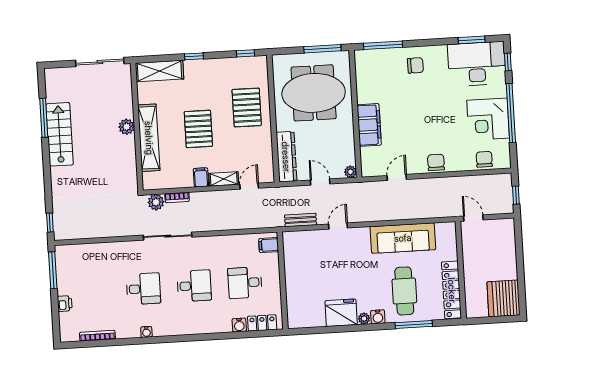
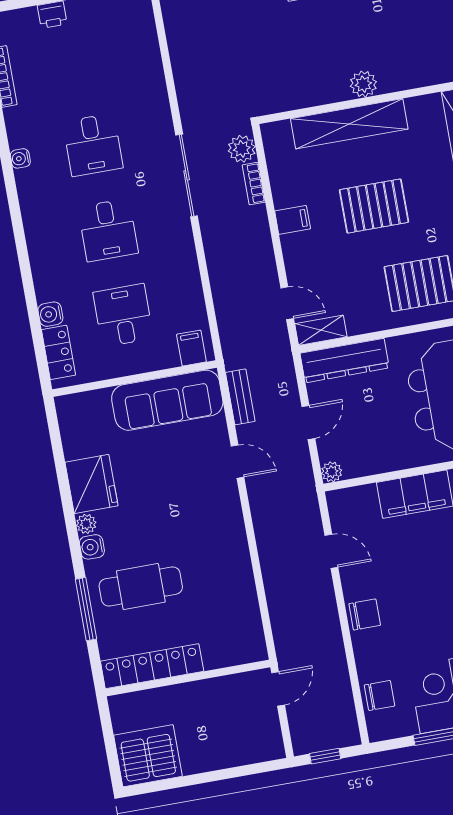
shelving: (224, 179) -> (321, 330), moved, turned 90
sofa: (403, 238) -> (167, 400), moved, turned -90

